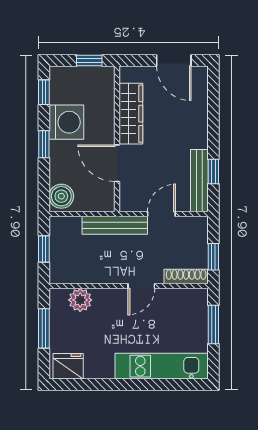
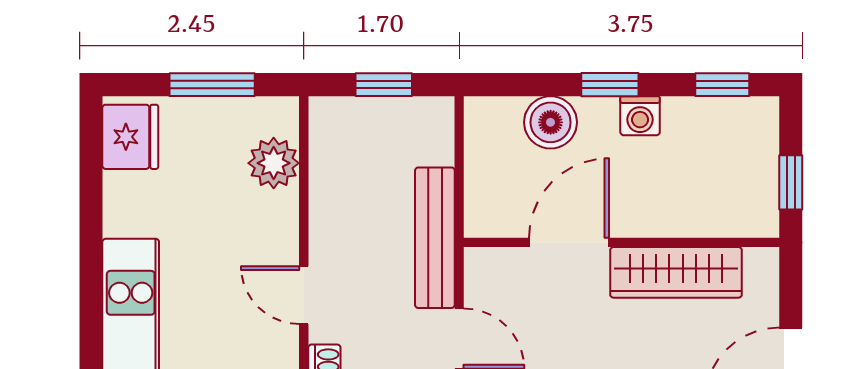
washing machine: (66, 122) -> (640, 116), width x0.53, depth x0.53
boiler: (61, 196) -> (551, 122), moved

